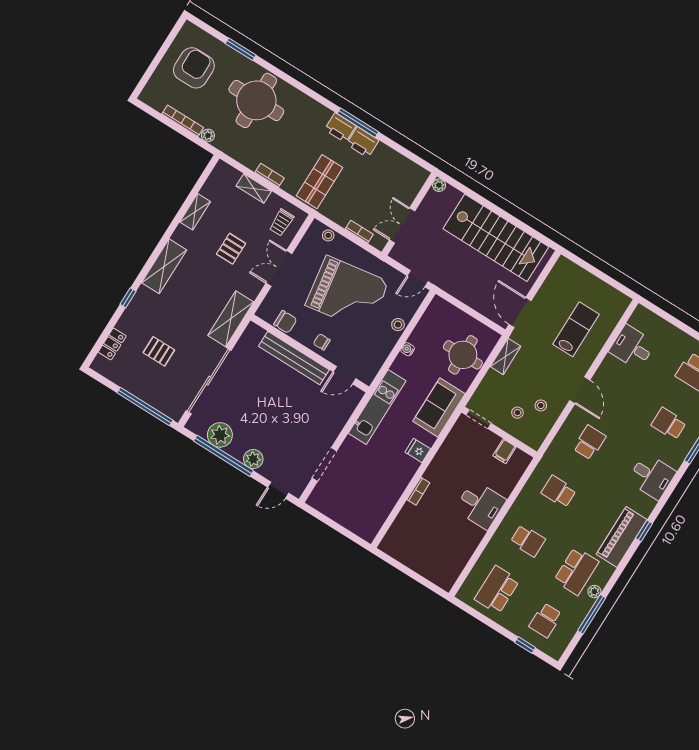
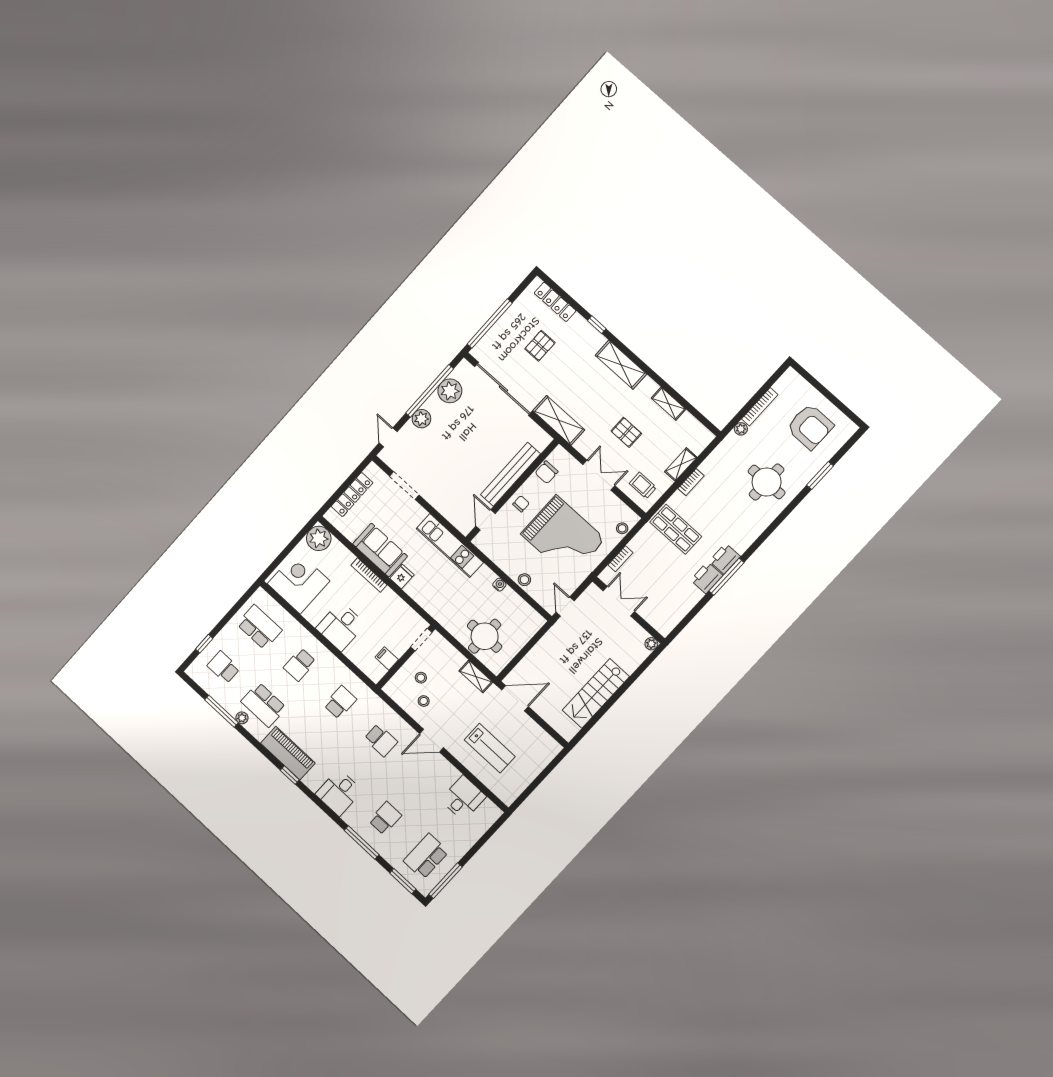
round table: (256, 100) -> (767, 482), width x0.73, depth x0.73
stairs: (496, 238) -> (596, 693), width x0.73, depth x0.66
grand piano: (347, 294) -> (563, 536), turned -81
locker: (112, 344) -> (555, 302), width x1.53
sofa: (439, 408) -> (380, 550), moved
bookcase: (418, 491) -> (369, 575), width x1.56
locker: (343, 517) -> (352, 495), added
plant: (394, 544) -> (319, 538), added
corner desk: (443, 557) -> (299, 582), added

